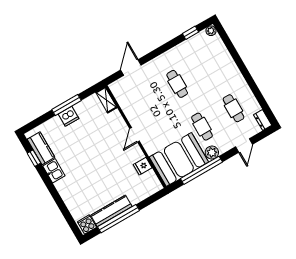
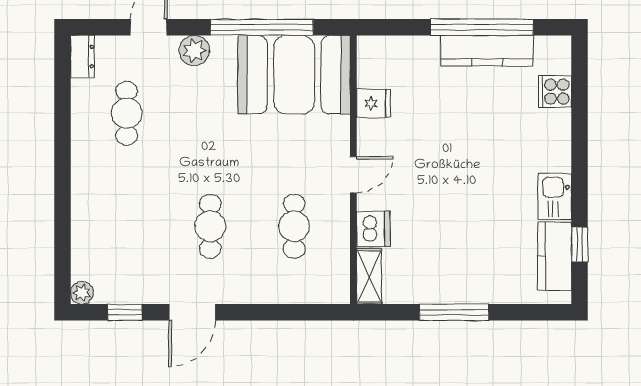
door: (131, 67) -> (192, 312), moved
dishwasher: (69, 116) -> (373, 229), moved, turned 90
cafe table: (202, 127) -> (294, 226), moved
plant: (212, 153) -> (194, 50), moved
cooker: (87, 224) -> (555, 92), moved, turned 90

